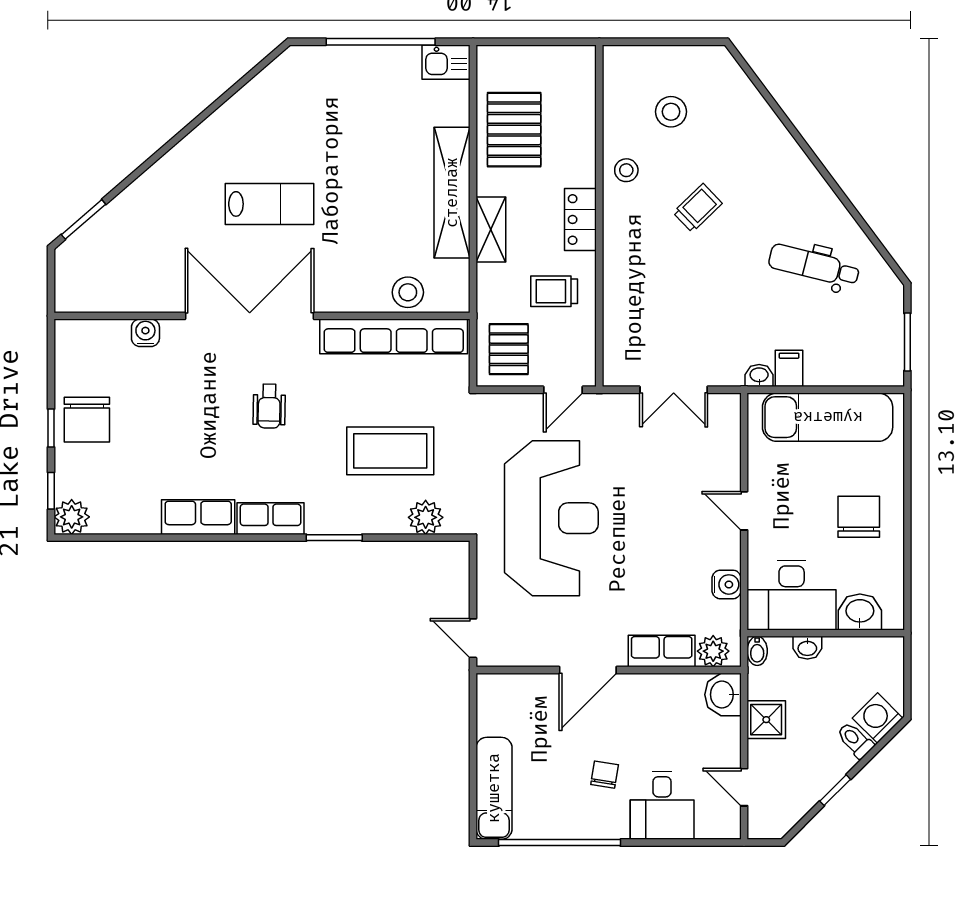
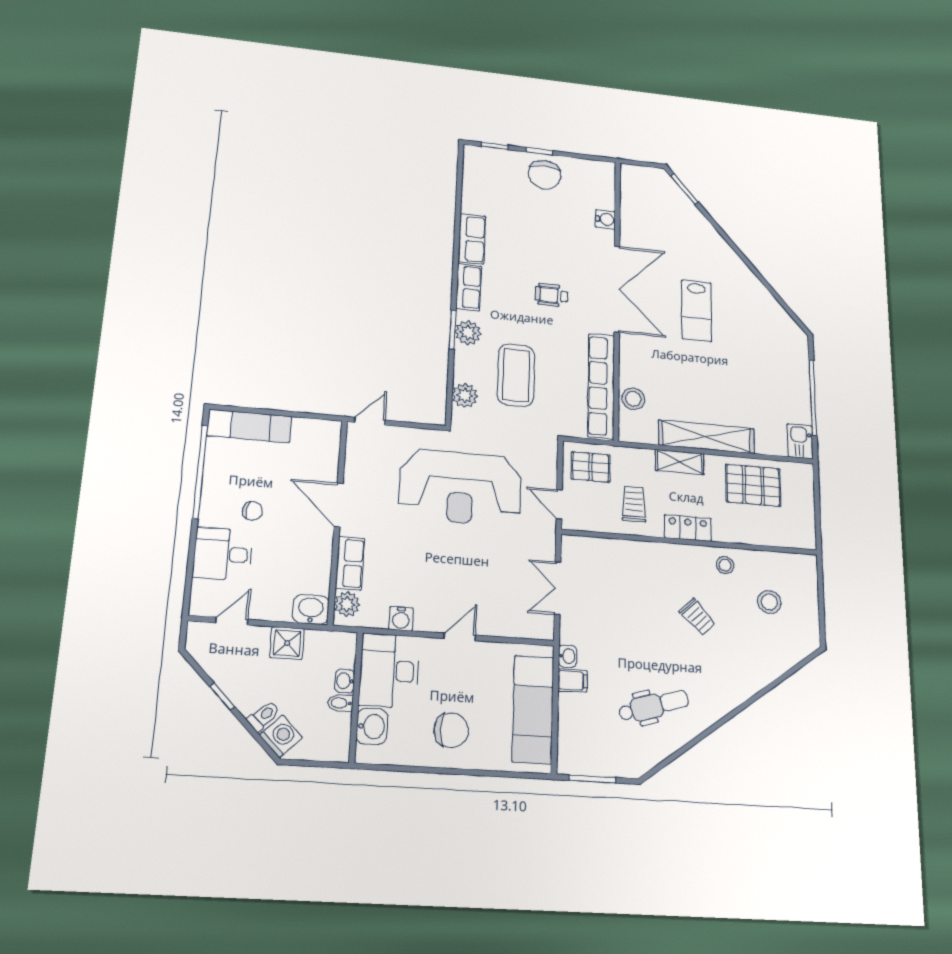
dental chair: (814, 266) -> (654, 706), turned 59
chair: (87, 420) -> (545, 175), turned -90
plant: (72, 517) -> (468, 333), moved
bidet: (757, 651) -> (341, 703), moved

